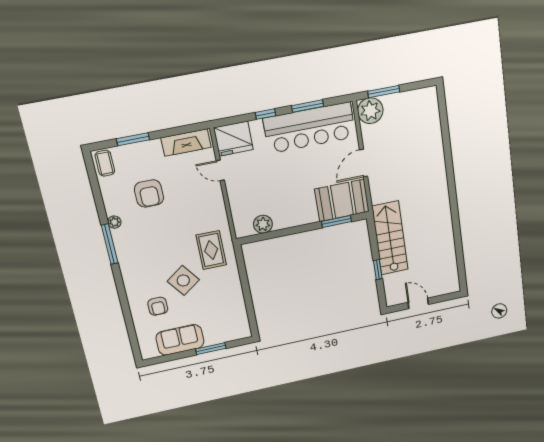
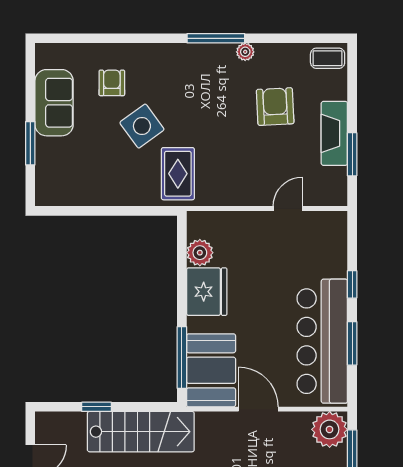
window: (133, 139) -> (352, 154), moved
fridge: (233, 139) -> (207, 292), moved, turned 180
fireplace: (186, 143) -> (334, 133), moved
armchair: (149, 193) -> (275, 107), turned 87
window: (336, 221) -> (182, 357), width x1.44
rug: (211, 250) -> (178, 174), turned 90
armchair: (158, 306) -> (112, 83), turned 90

